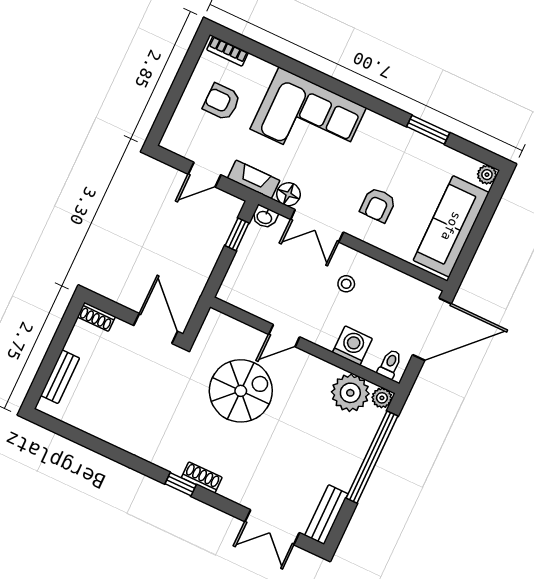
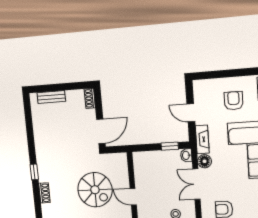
window: (181, 484) -> (34, 172), moved

